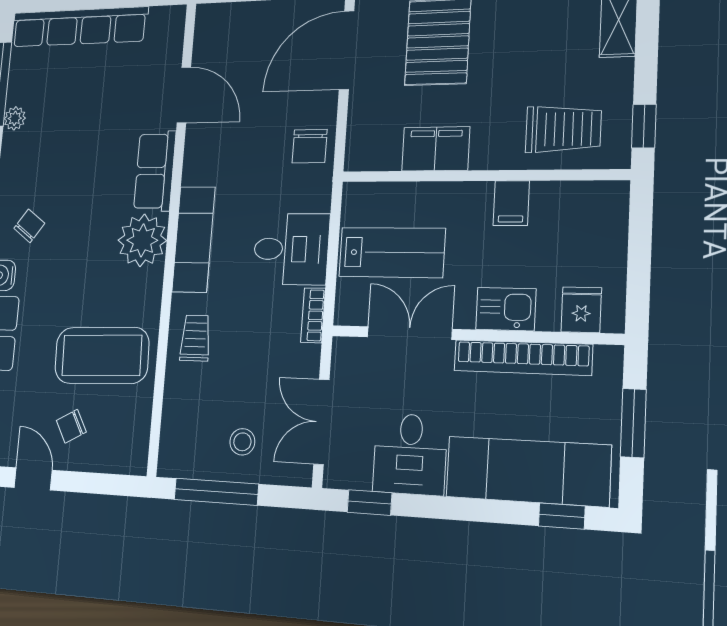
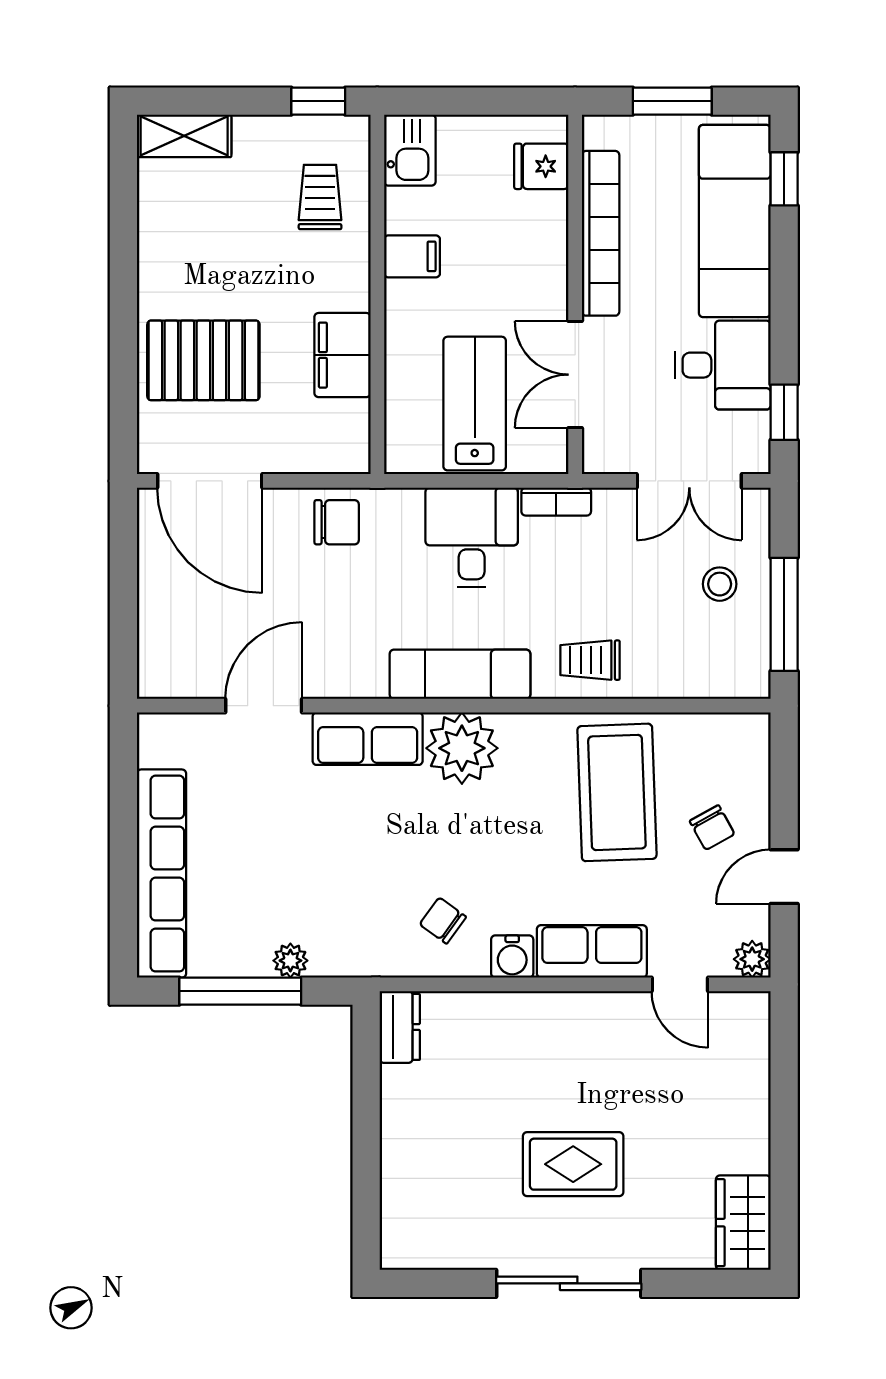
trolley: (563, 129) -> (320, 197), width x0.73, depth x0.72
kitchen sink: (506, 309) -> (410, 150), moved, turned 180

